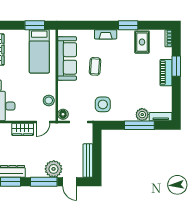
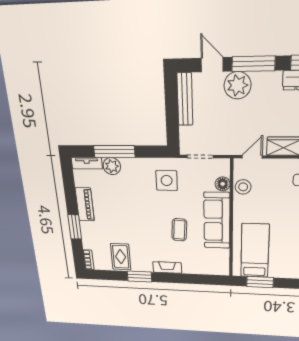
sofa: (67, 58) -> (217, 221), moved
piano: (166, 73) -> (85, 204), moved
floor lamp: (63, 114) -> (223, 184), moved

